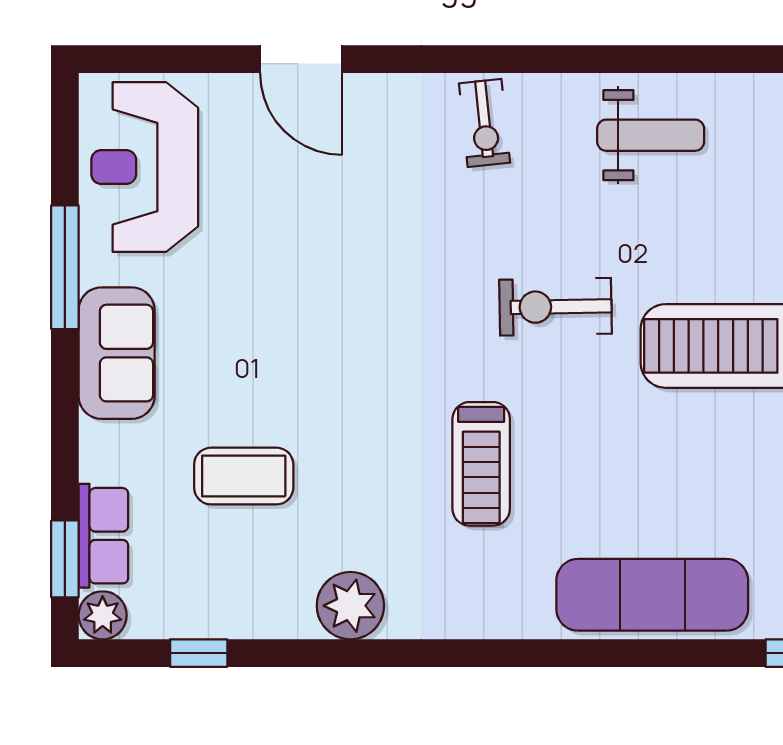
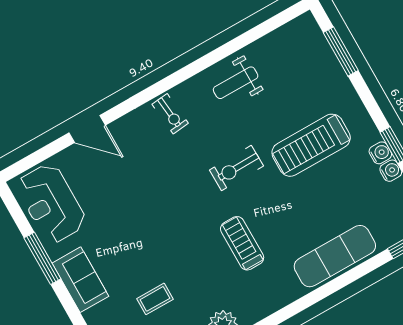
weight bench: (651, 135) -> (236, 83), turned 180
treadmill: (481, 464) -> (242, 243), turned 180
coffee table: (244, 476) -> (155, 299), width x0.73, depth x0.77

